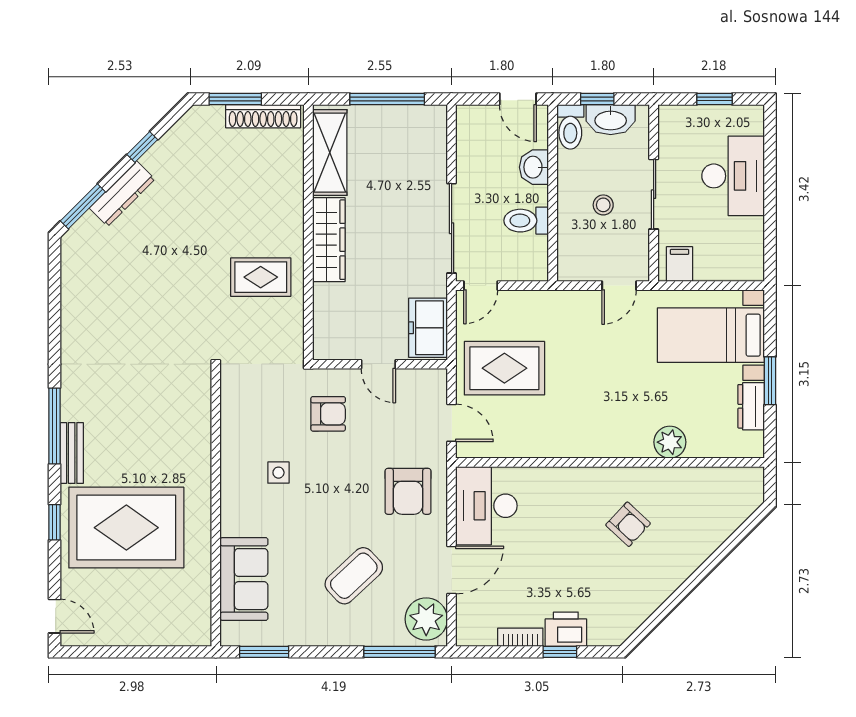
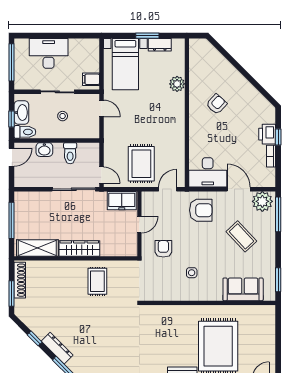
window: (714, 99) -> (11, 62), width x2.17

